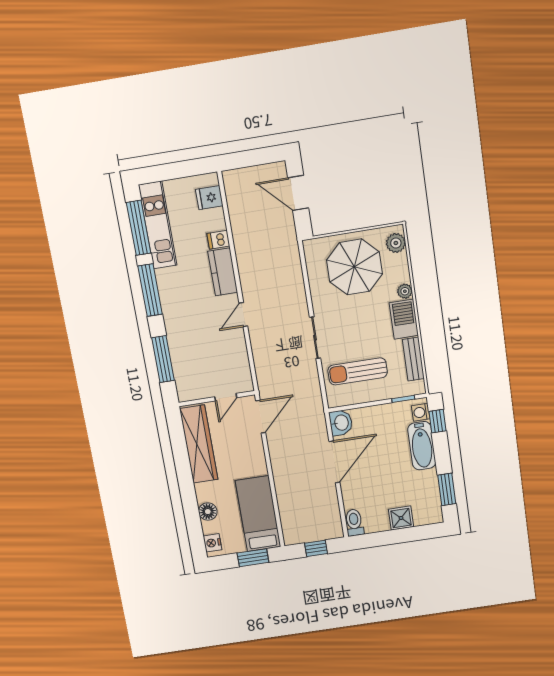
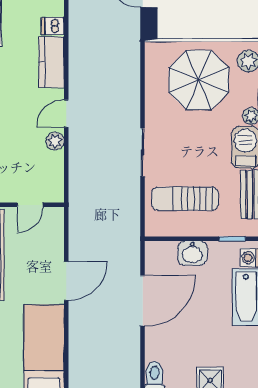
plant: (238, 340) -> (55, 141), added
door: (261, 417) -> (66, 281), moved
washbasin: (341, 423) -> (192, 253), moved, turned 90

